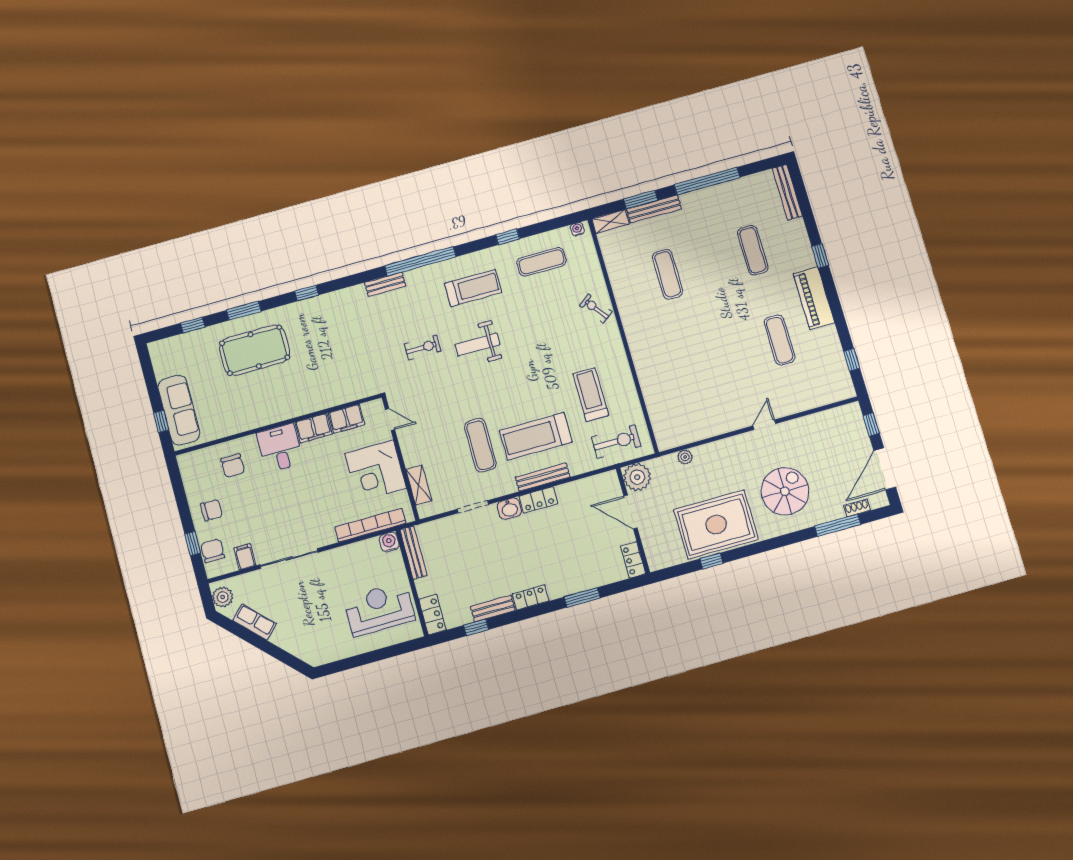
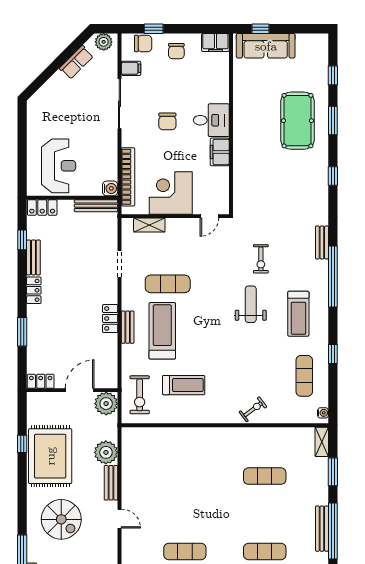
bench: (654, 209) -> (322, 529), moved
filing cabinet: (347, 419) -> (215, 42), moved, turned -90
bench: (726, 446) -> (111, 483), added
plant: (685, 457) -> (106, 452), width x1.88, depth x1.88
chair: (233, 466) -> (167, 121), moved, turned -90
bench: (543, 477) -> (128, 327), width x0.73
washbasin: (509, 509) -> (110, 293), removed

